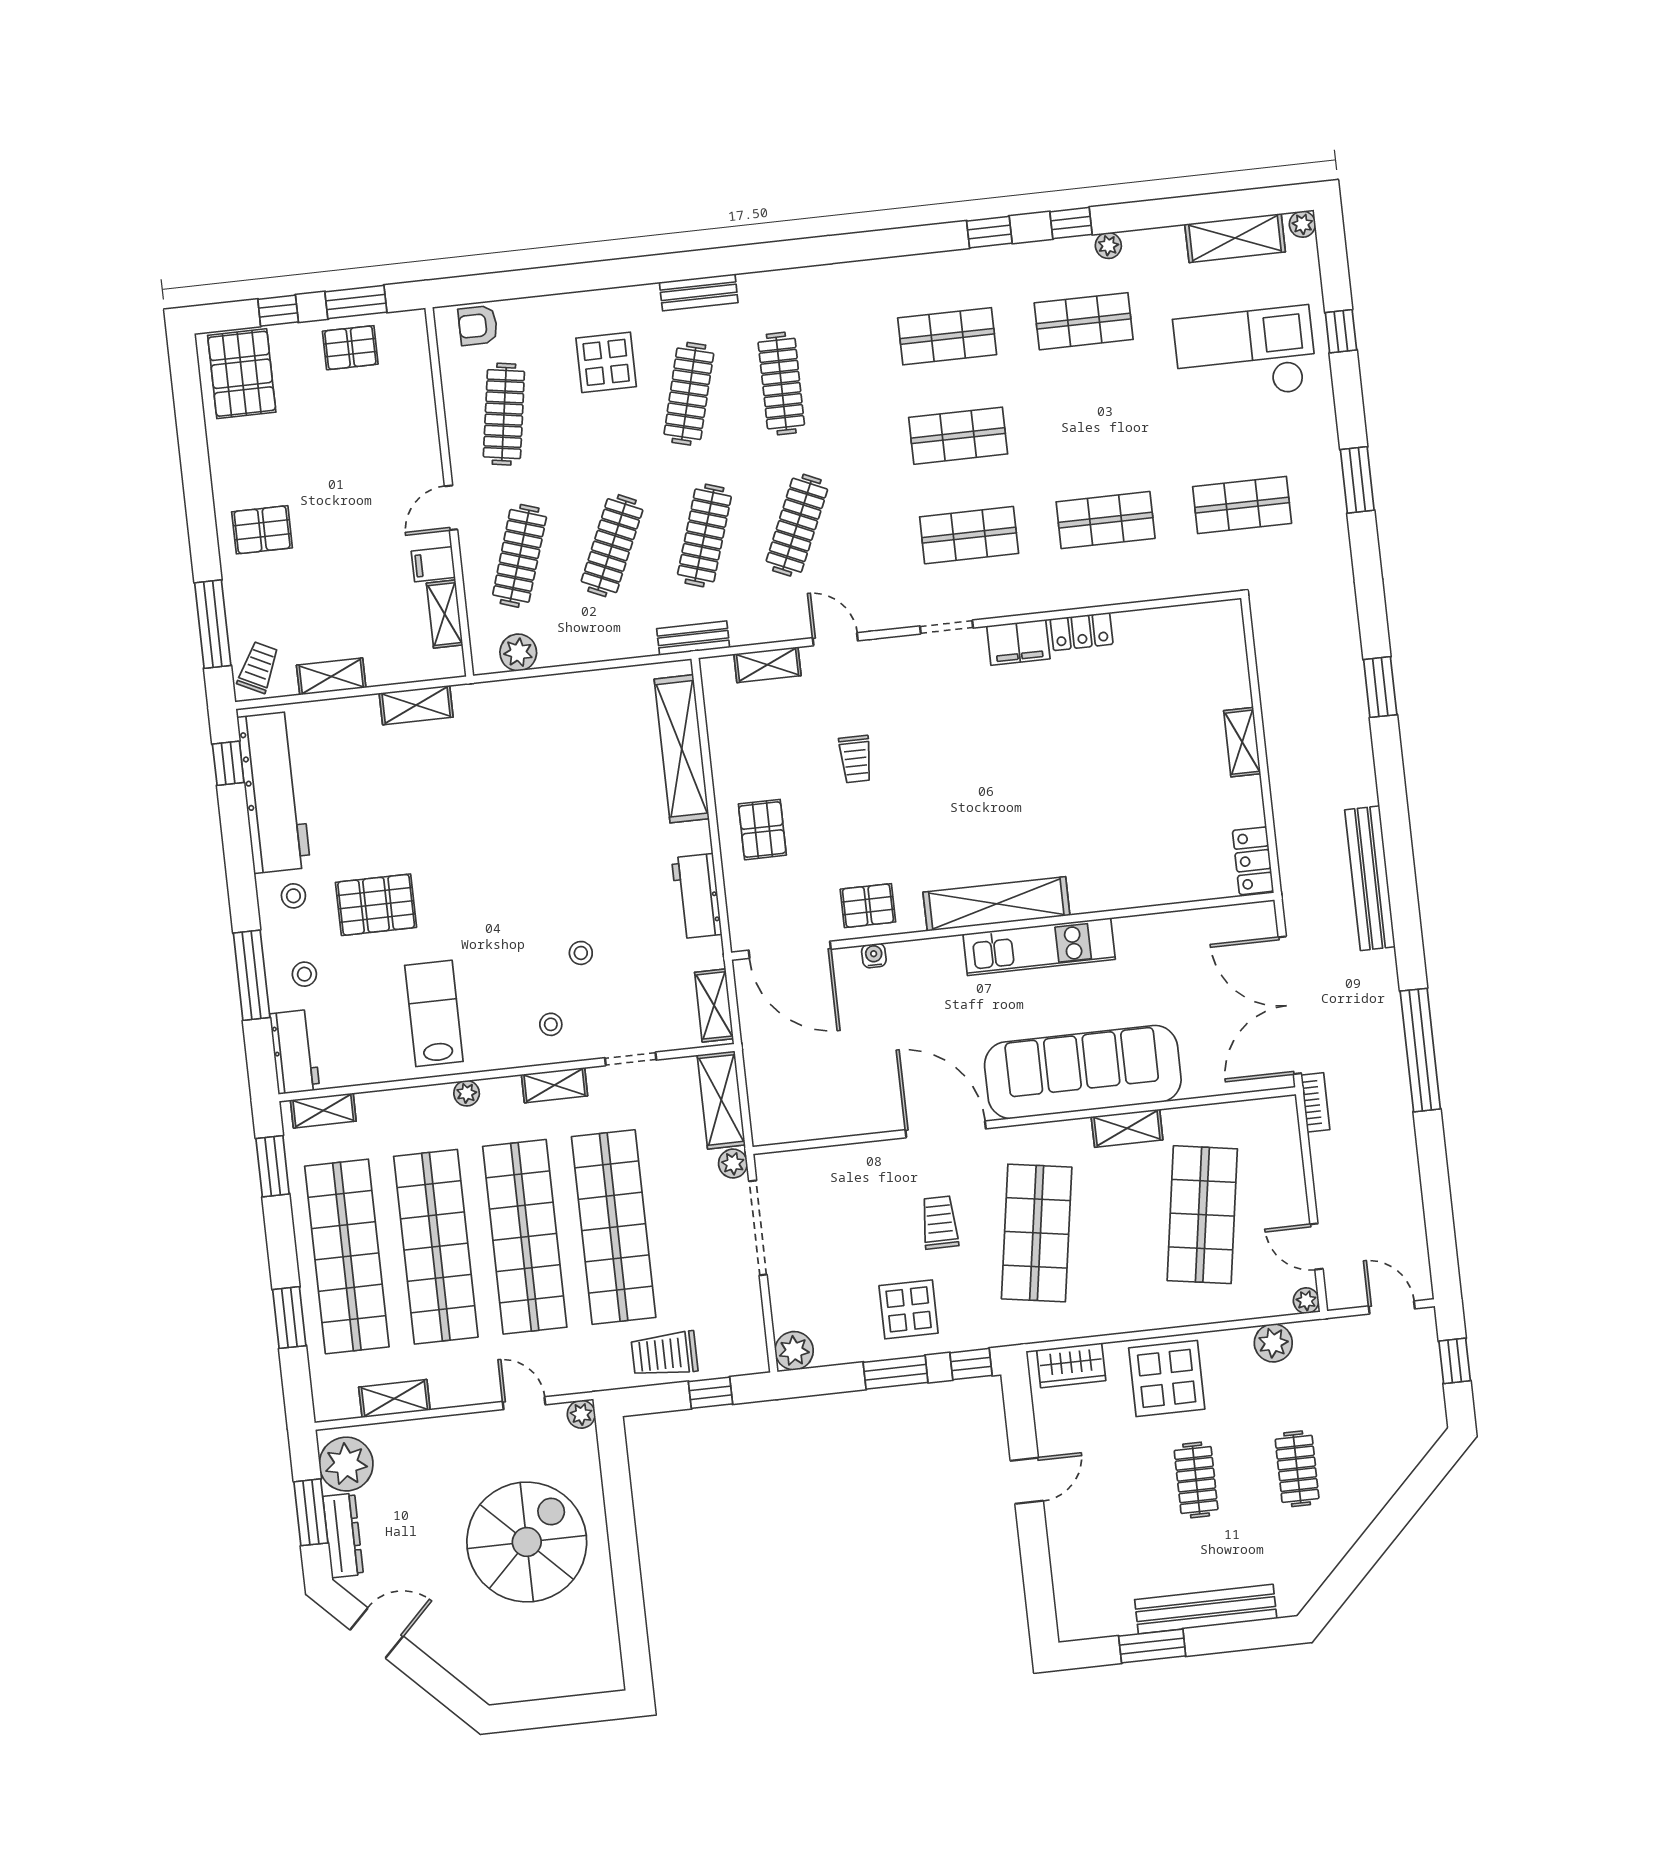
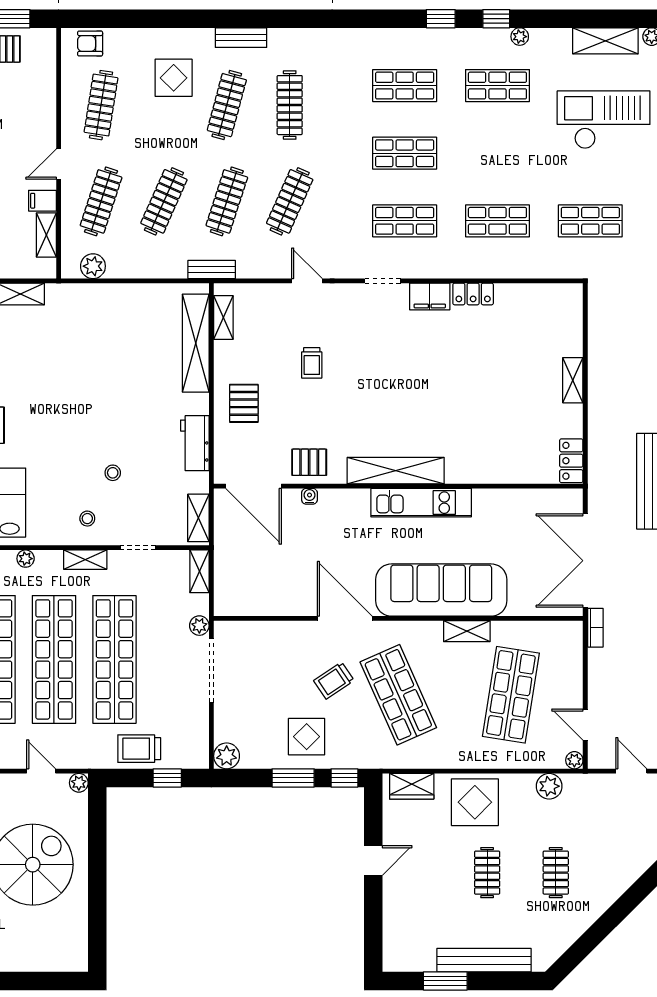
shelving: (767, 665) -> (223, 318), moved, turned 90
shelving: (721, 1100) -> (199, 571), width x0.67, depth x0.75
trolley: (940, 1223) -> (334, 681), turned -124
shop shelf: (1037, 1233) -> (398, 695), turned -33

